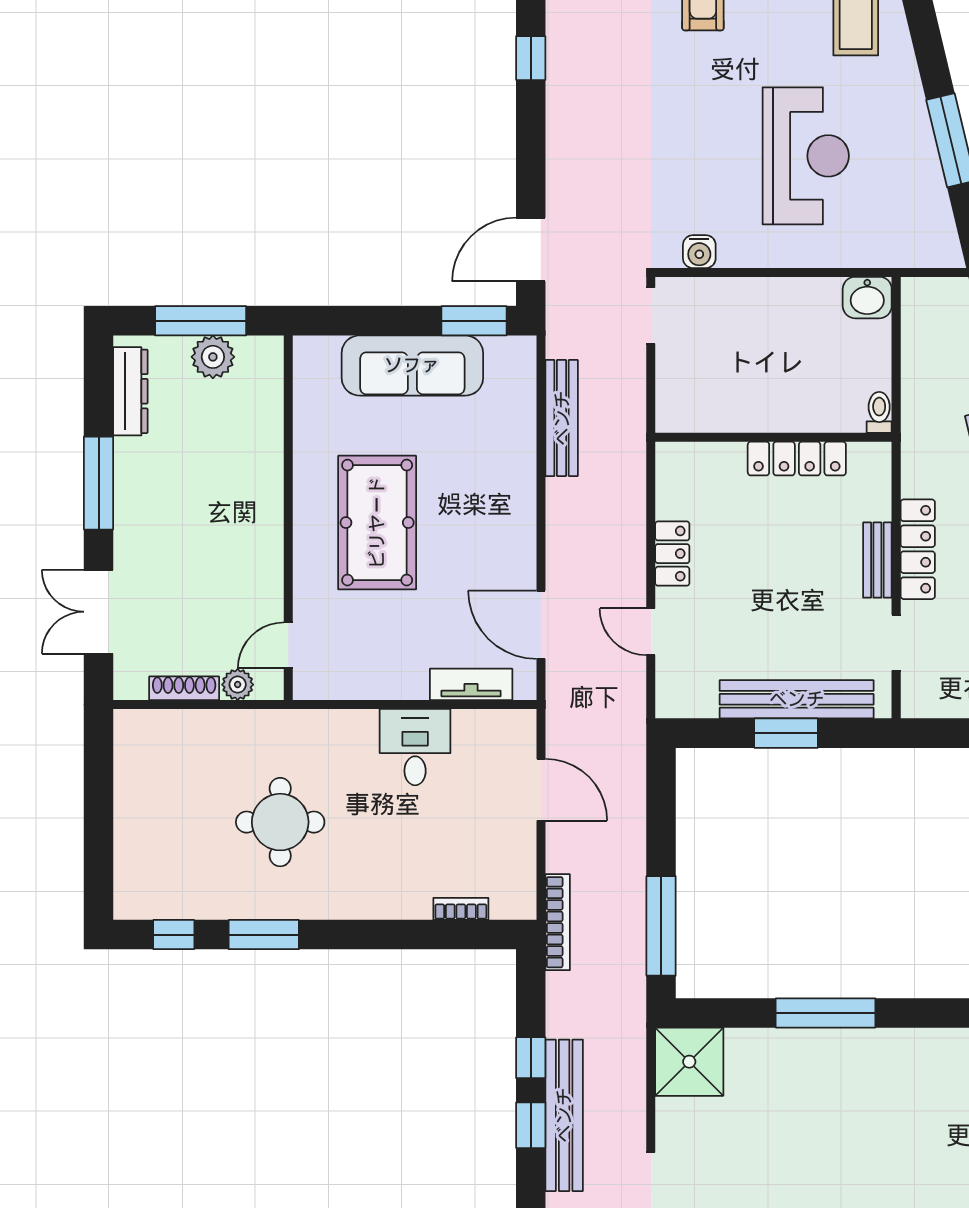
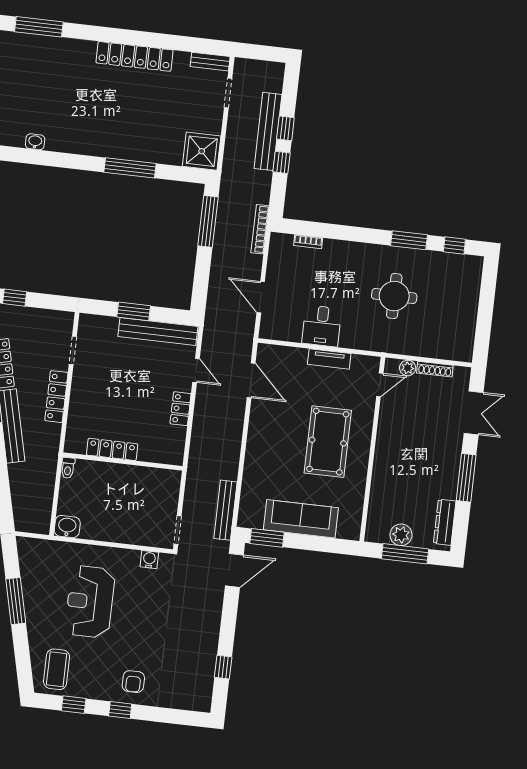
bench: (562, 418) -> (225, 510), moved
bench: (877, 560) -> (77, 393), removed
tv unit: (471, 684) -> (329, 359), moved
bench: (797, 699) -> (158, 331), moved

